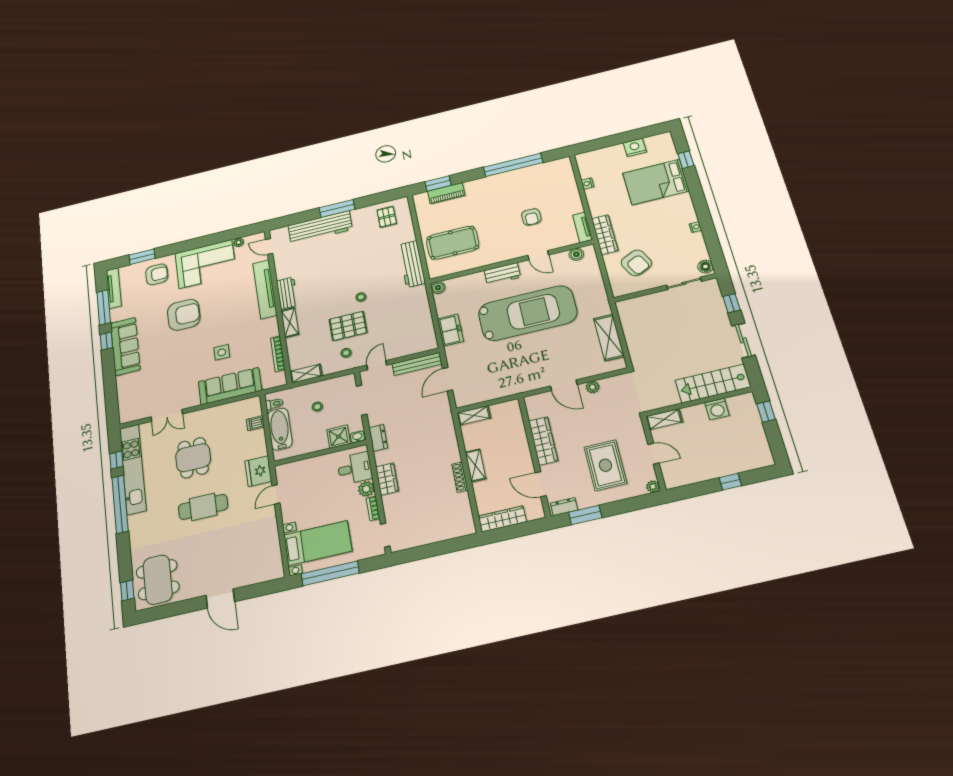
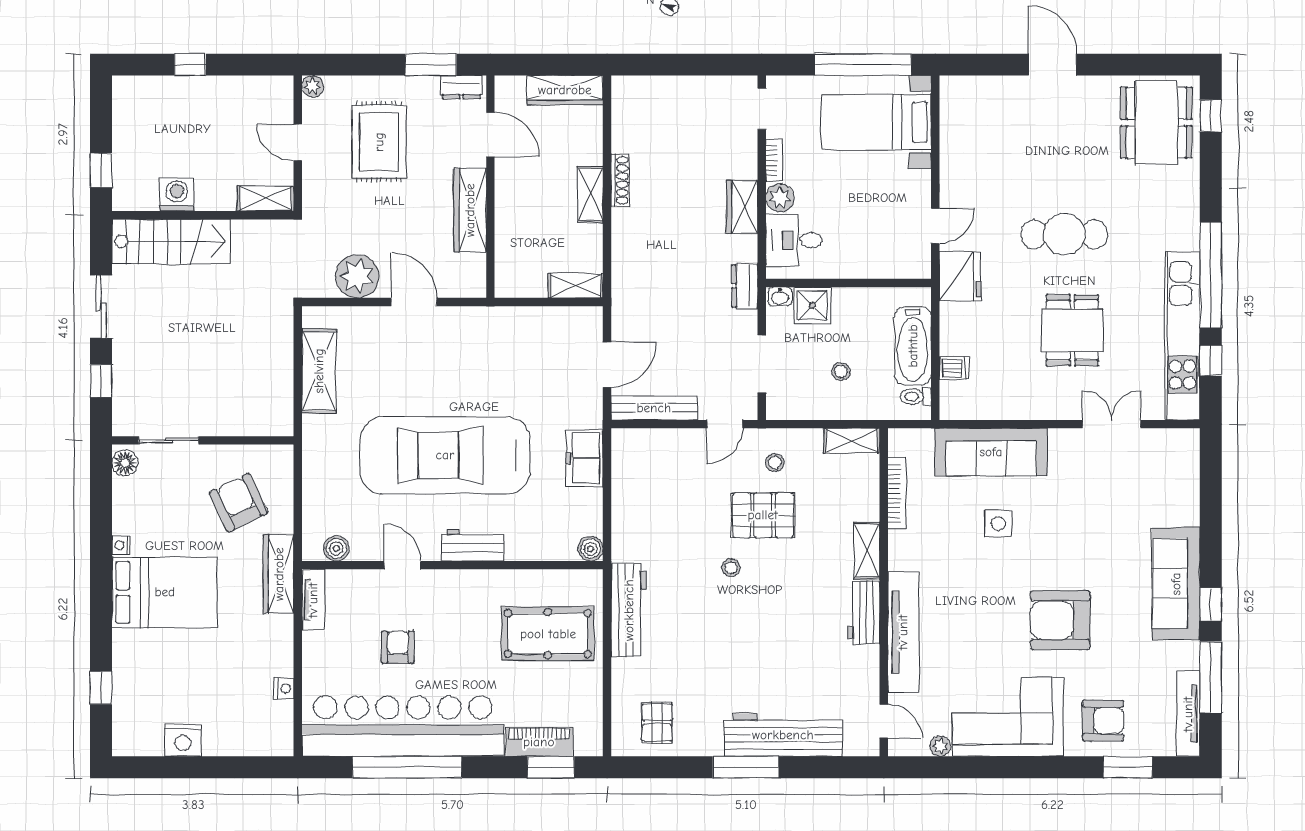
bar counter: (520, 182) -> (403, 726), added
bed: (656, 182) -> (165, 592), moved
armchair: (157, 274) -> (1103, 721), turned 180
plant: (593, 387) -> (357, 276), width x1.88, depth x1.88

